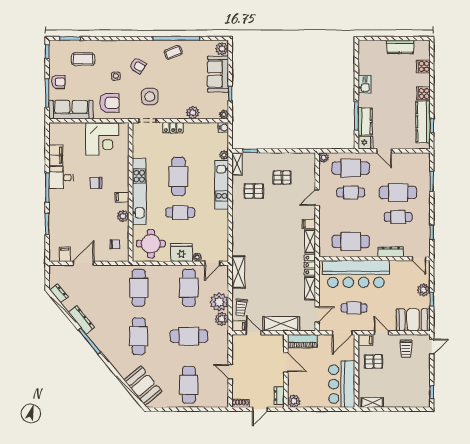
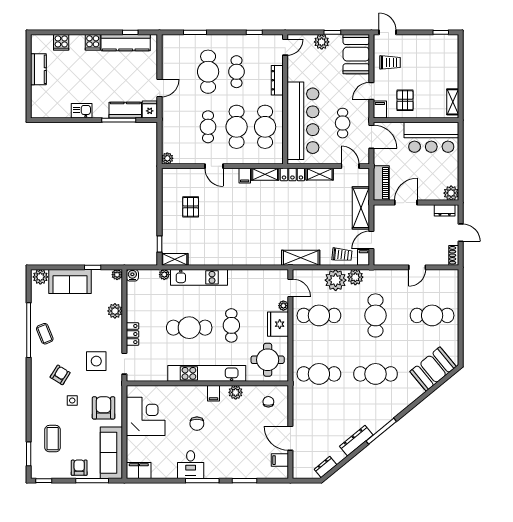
filing cabinet: (56, 155) -> (139, 470), moved
cafe table: (351, 168) -> (237, 127), moved
pallet: (254, 191) -> (206, 240), removed

